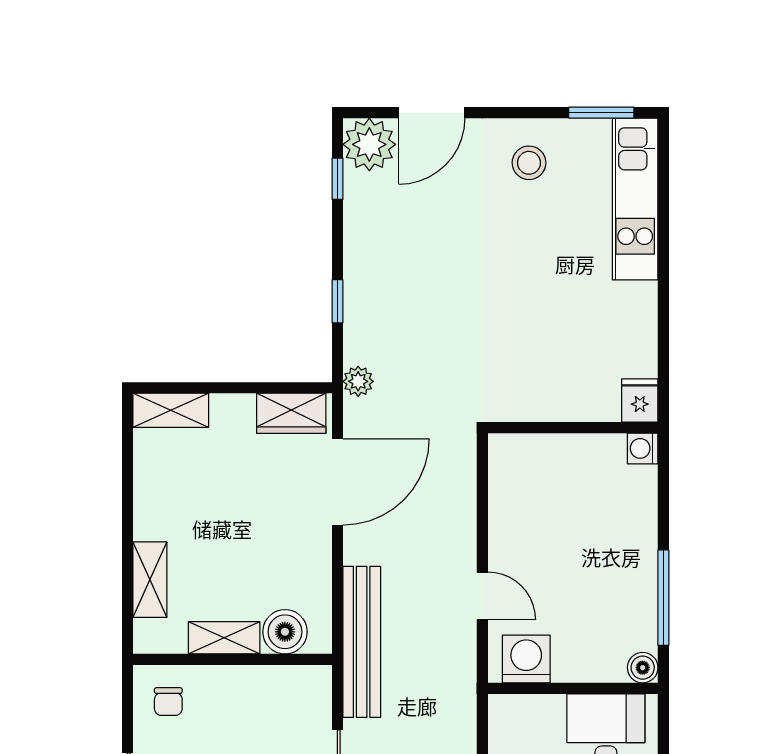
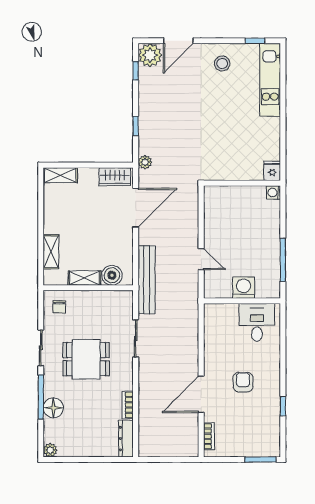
window: (601, 113) -> (255, 41), width x0.67
washing machine: (526, 659) -> (244, 288), moved
boiler: (643, 668) -> (274, 291), removed

